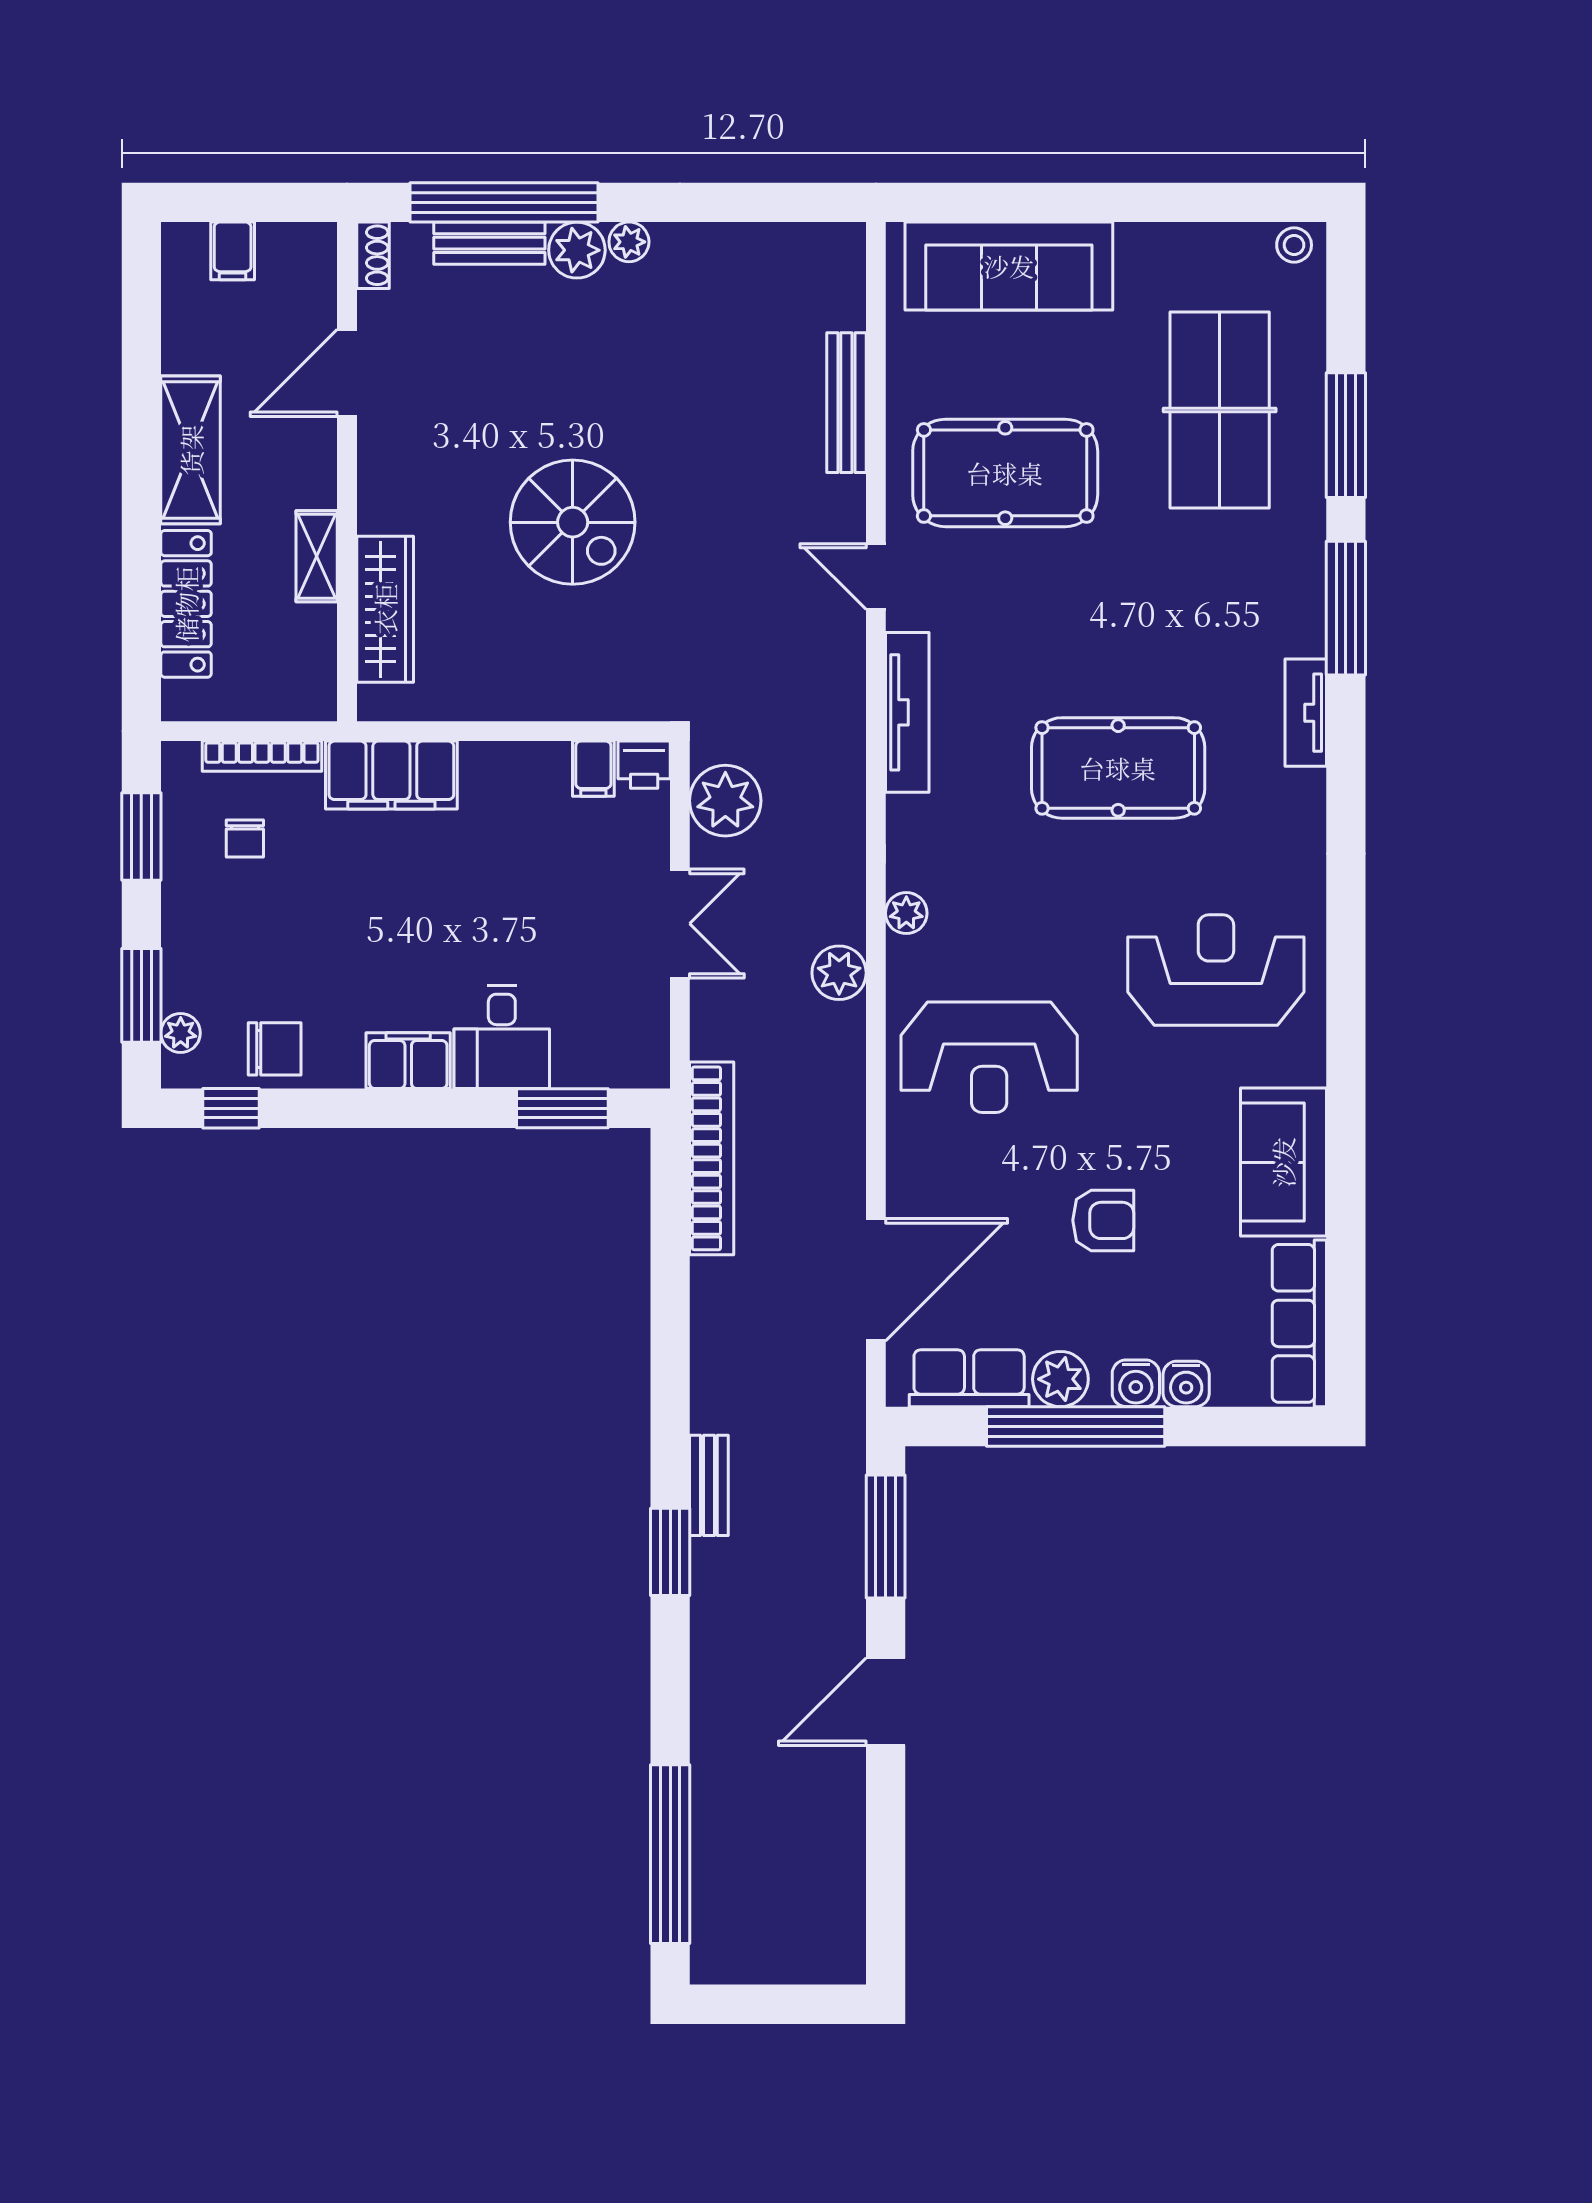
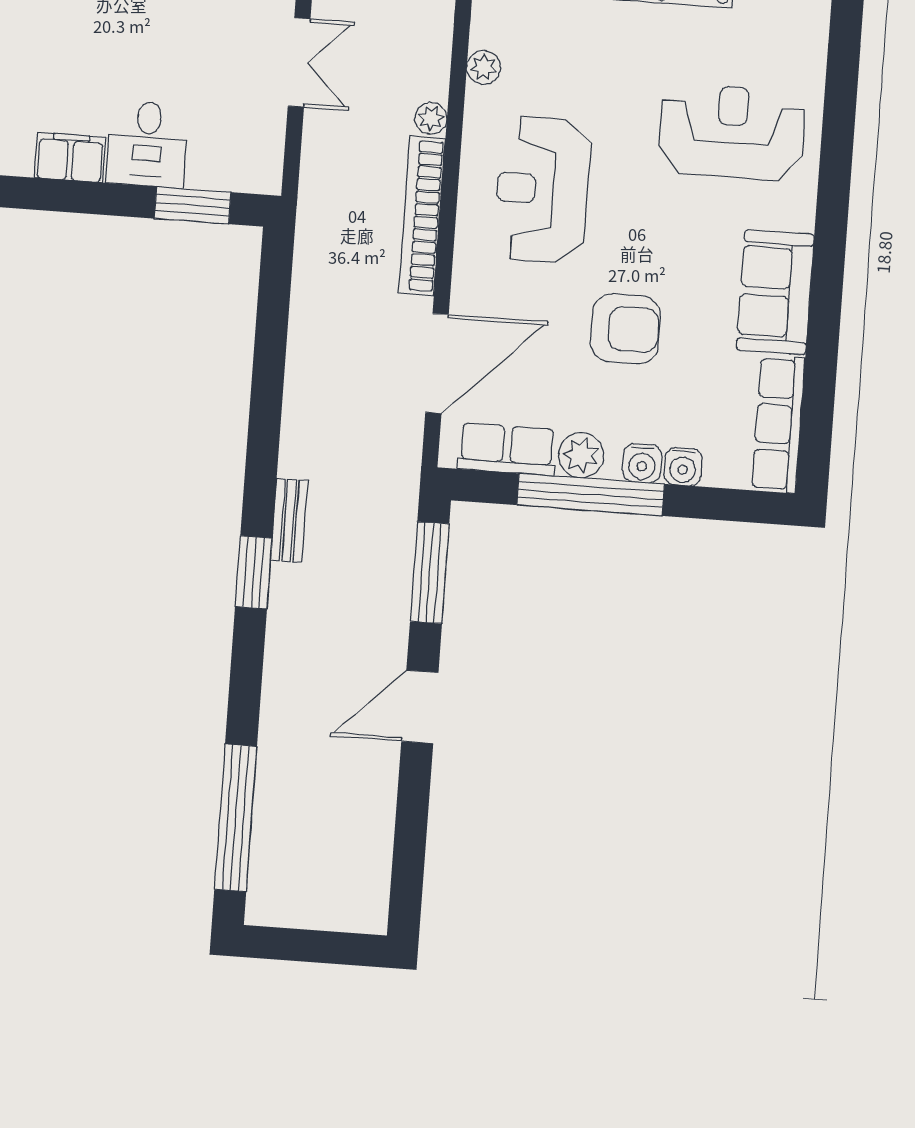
plant: (839, 973) -> (431, 118), width x0.73, depth x0.73
reception desk: (989, 1057) -> (542, 189), turned 90
bookcase: (712, 1158) -> (422, 216), moved, turned 180
armchair: (1103, 1220) -> (625, 329), width x1.38, depth x1.38

